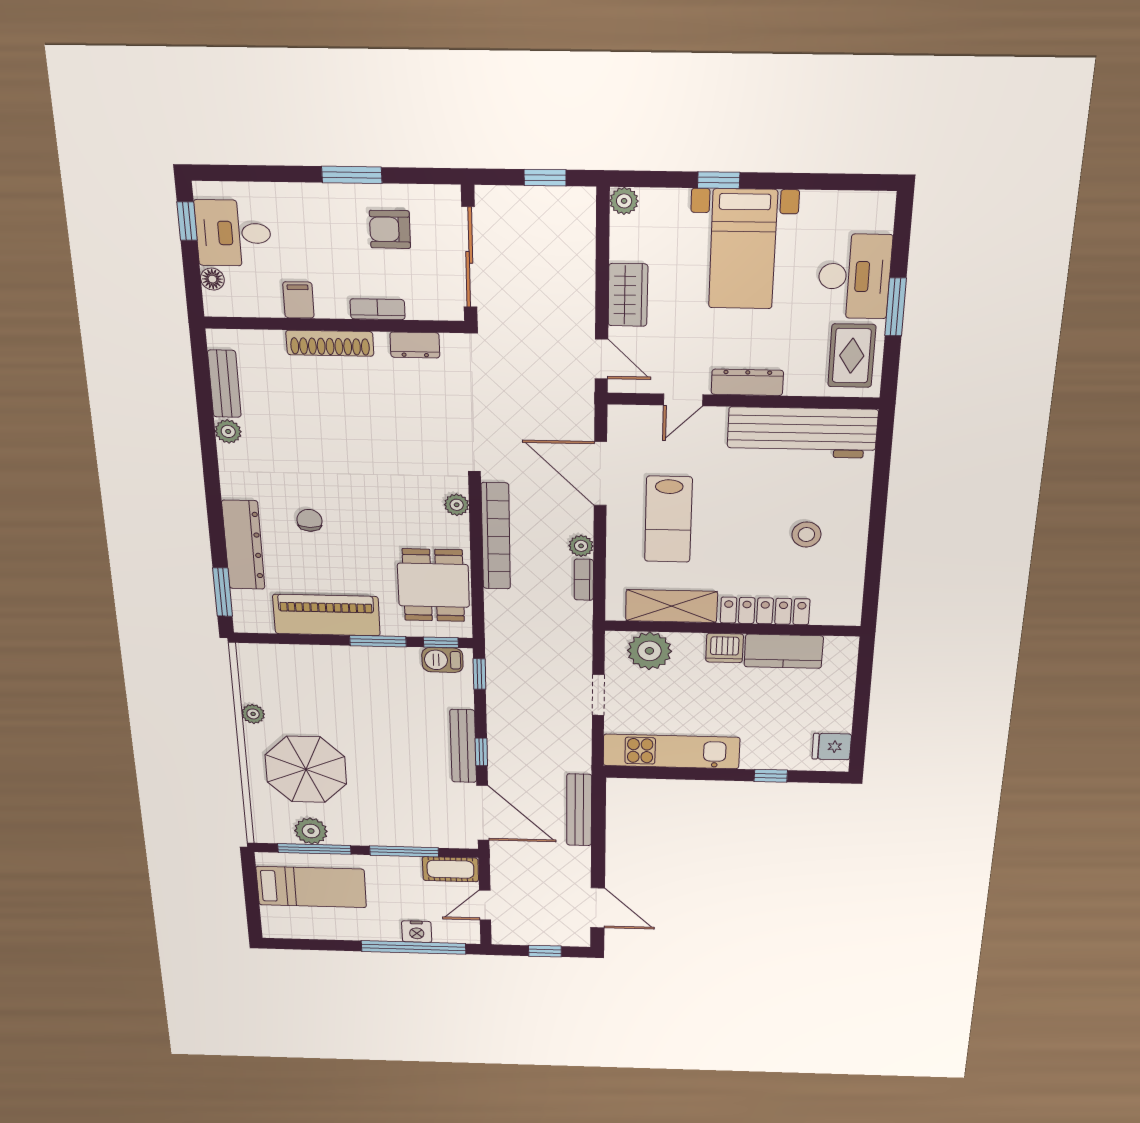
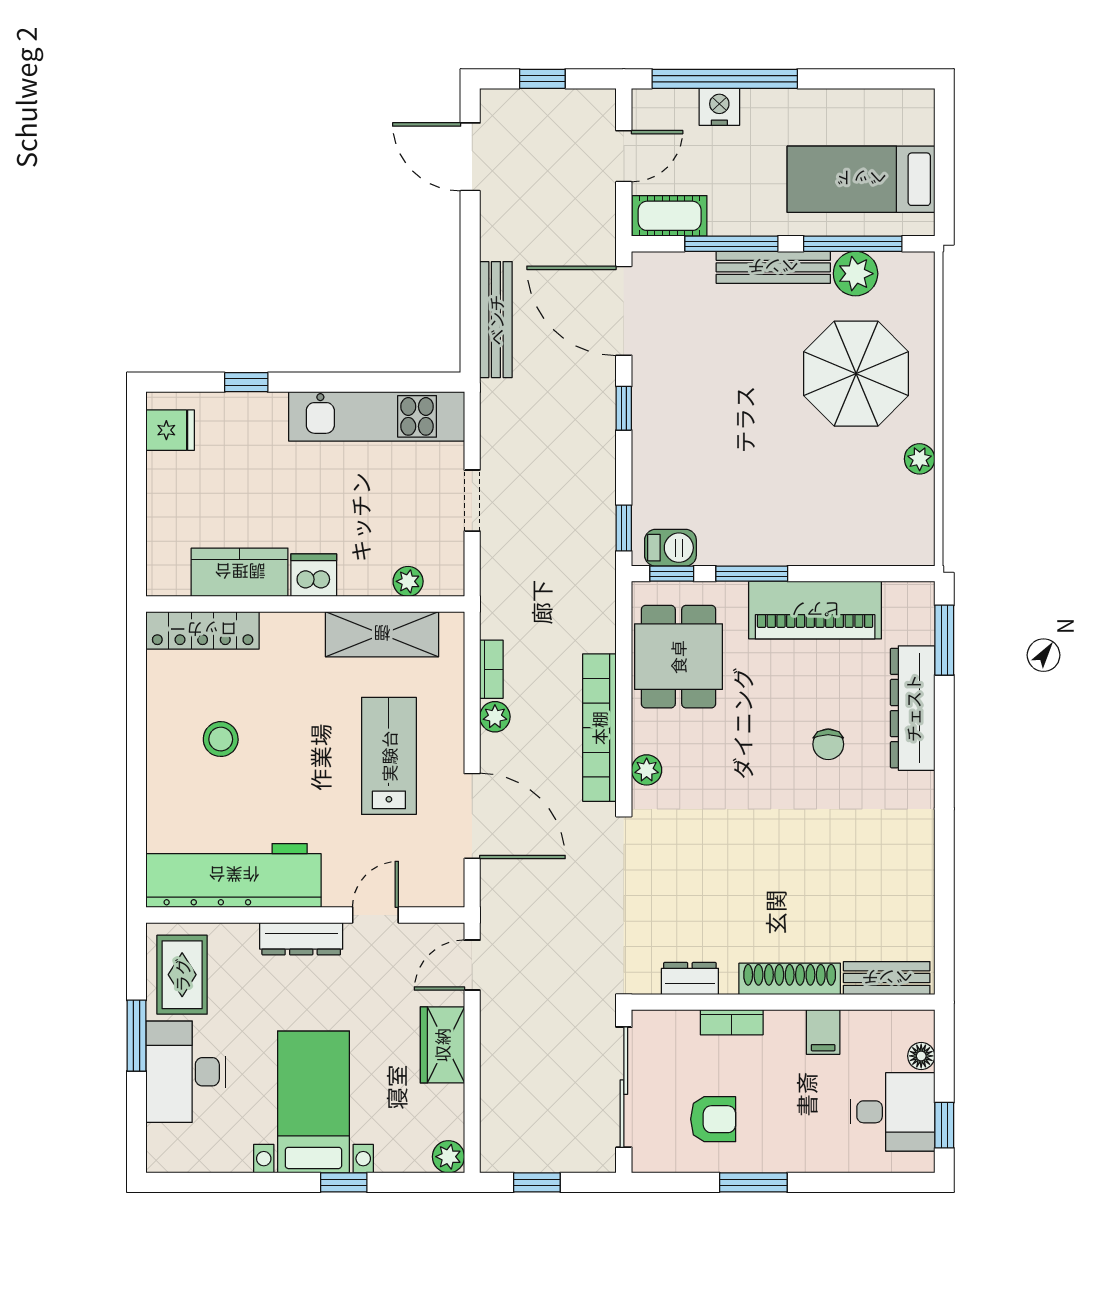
door: (601, 359) -> (472, 965), hinge flipped
bench: (224, 384) -> (887, 978), moved, turned 90
plant: (228, 431) -> (919, 863), removed
locker: (765, 611) -> (203, 630), moved
plant: (649, 651) -> (408, 581), width x0.53, depth x0.53
bench: (463, 746) -> (773, 267), moved, turned 90

